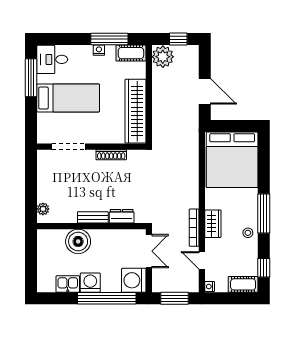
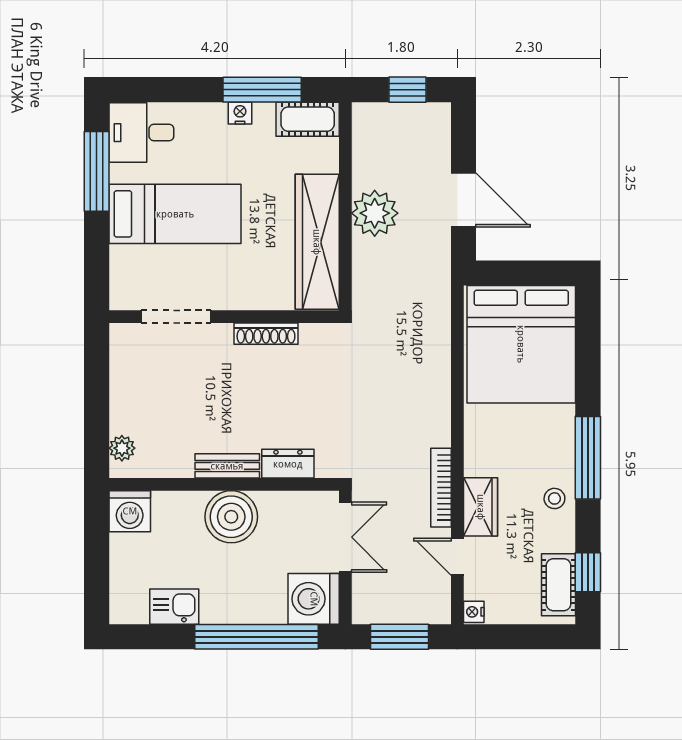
plant: (163, 57) -> (375, 213), moved
wardrobe: (213, 224) -> (481, 507), moved
boiler: (78, 241) -> (231, 517), moved
washing machine: (90, 283) -> (130, 511), moved, turned 180
cot: (243, 284) -> (559, 585), moved, turned 90

